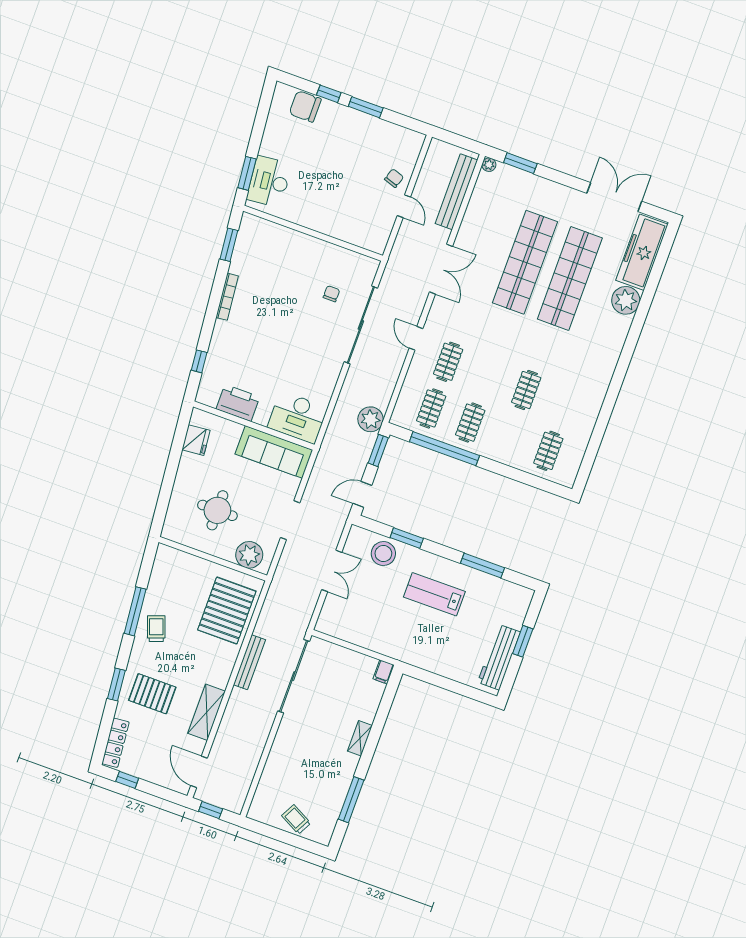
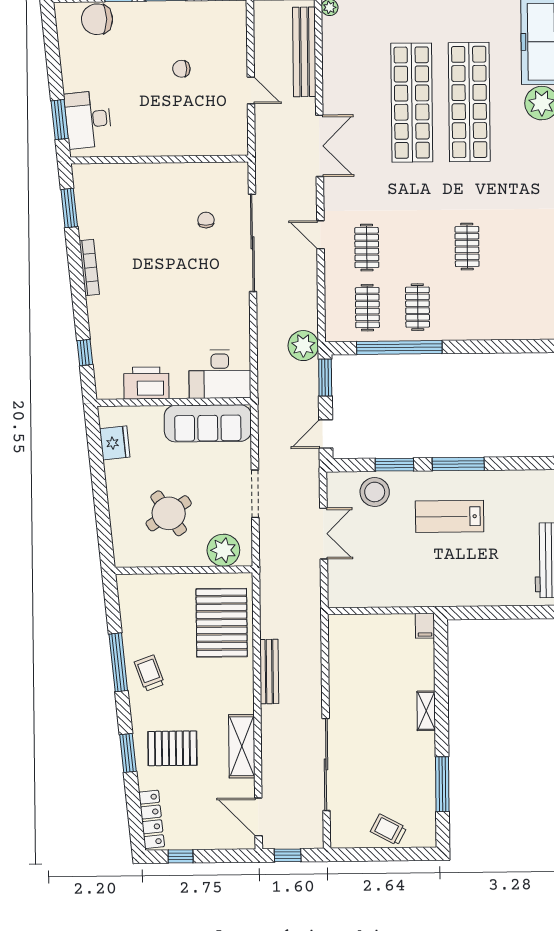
chair: (394, 178) -> (181, 69), moved, turned -108
clothes rail: (548, 451) -> (518, 306), removed
round table: (217, 510) -> (169, 513), turned -34
window: (482, 566) -> (458, 464), moved
sliding door: (294, 676) -> (326, 764), moved

